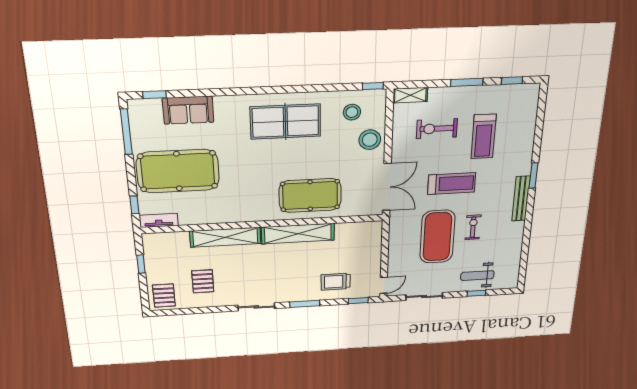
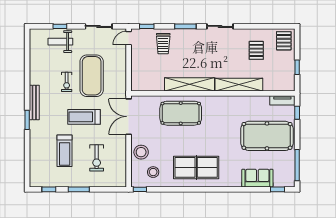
shelving: (410, 95) -> (115, 182), removed
exercise bike: (437, 129) -> (97, 158), turned 90
treadmill: (484, 136) -> (65, 151), turned 180
weight bench: (477, 276) -> (60, 42), turned 180
trolley: (336, 282) -> (163, 44), turned 90

